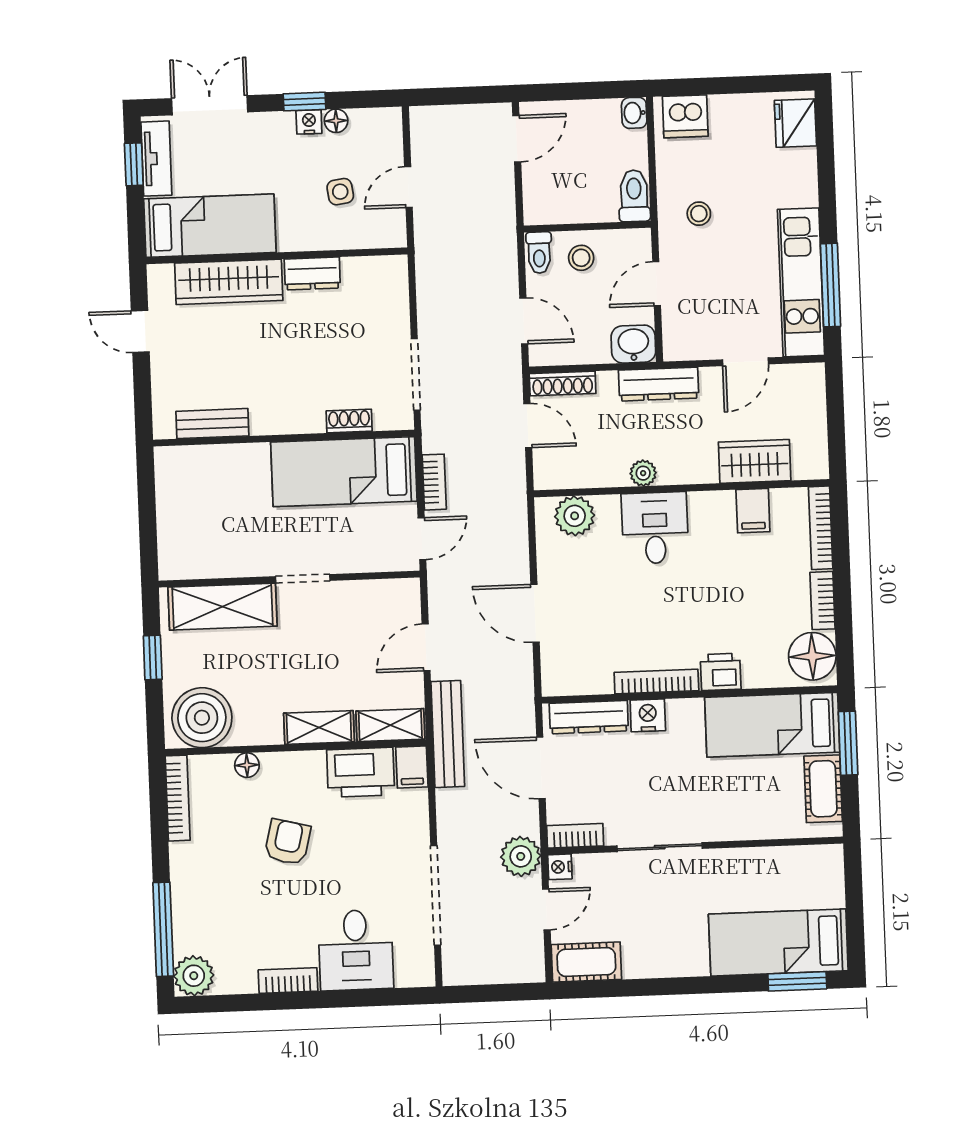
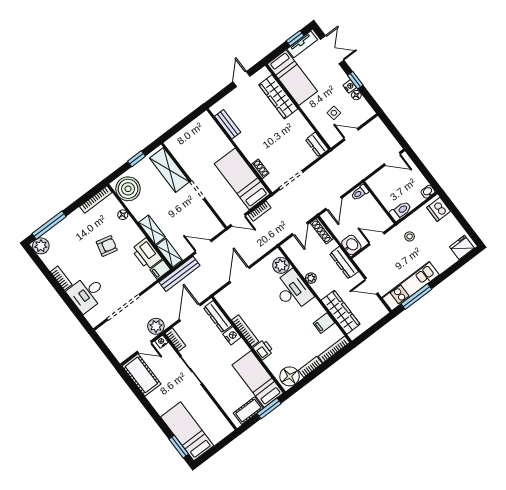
stool: (581, 258) -> (368, 208), removed
dresser: (312, 274) -> (317, 144), moved
wardrobe: (755, 461) -> (341, 312), width x1.50
desk: (655, 528) -> (293, 291), width x1.37
cot: (586, 962) -> (141, 375), width x1.37, depth x1.34

